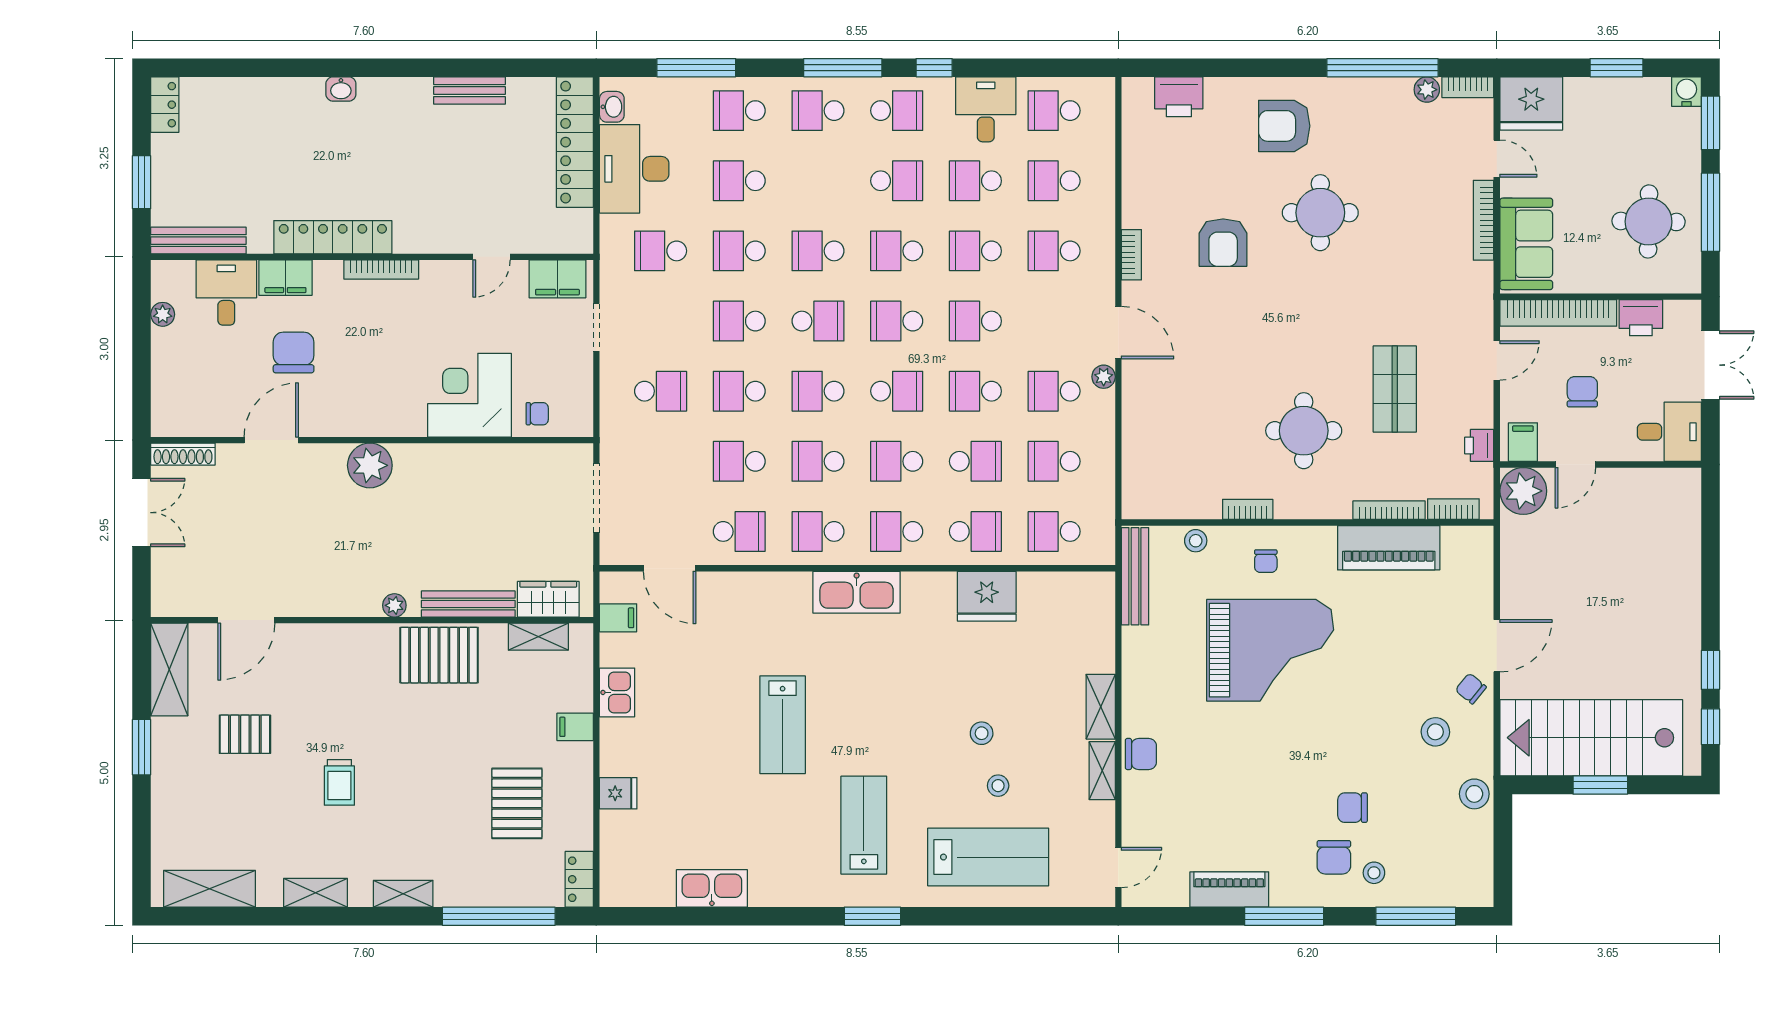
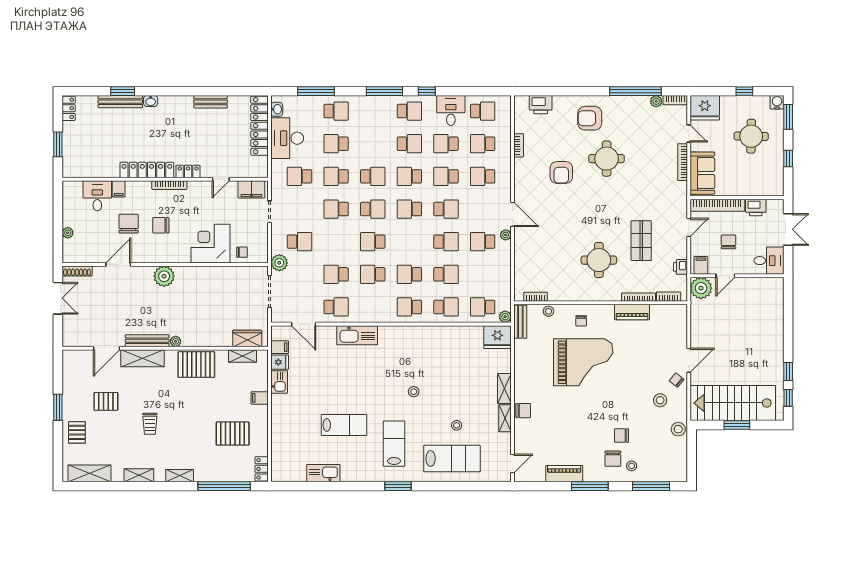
window: (281, 68) -> (123, 91), added
window: (1616, 68) -> (744, 91), width x0.67
school desk: (739, 111) -> (336, 111), turned 180
school desk: (818, 111) -> (373, 111), removed
school desk: (1054, 111) -> (483, 111), turned 180
window: (1710, 212) -> (788, 158), width x0.46
round table: (1649, 221) -> (751, 136), moved
locker: (421, 240) -> (188, 171), added
bench: (198, 241) -> (120, 102), moved
school desk: (818, 251) -> (373, 176), turned 180
bookcase: (1131, 255) -> (519, 145), moved
filing cabinet: (285, 278) -> (119, 189), width x0.50
plant: (163, 314) -> (68, 233), moved
school desk: (975, 321) -> (446, 209), turned 180
chair: (363, 356) -> (161, 225), added
school desk: (739, 391) -> (336, 242), removed
school desk: (897, 391) -> (409, 242), removed
school desk: (975, 391) -> (446, 242), turned 180
plant: (617, 437) -> (279, 263), added
school desk: (1054, 461) -> (483, 274), removed
bookcase: (1248, 509) -> (535, 297), moved
school desk: (818, 531) -> (373, 307), removed
piano: (1389, 548) -> (632, 312), width x0.73, depth x0.75
plant: (1102, 552) -> (505, 317), added
bench: (1135, 576) -> (520, 322), width x0.73
kitchen sink: (857, 592) -> (357, 335), moved
fridge: (987, 596) -> (497, 337), moved
bench: (468, 604) -> (147, 341), moved
shelving: (169, 670) -> (143, 358), moved, turned 90
lab bench: (783, 725) -> (344, 425), moved, turned -90
stool: (982, 733) -> (414, 392), moved
fridge: (618, 793) -> (280, 362), moved
pallet: (182, 801) -> (77, 432), added
pallet: (517, 803) -> (233, 434), turned 90

